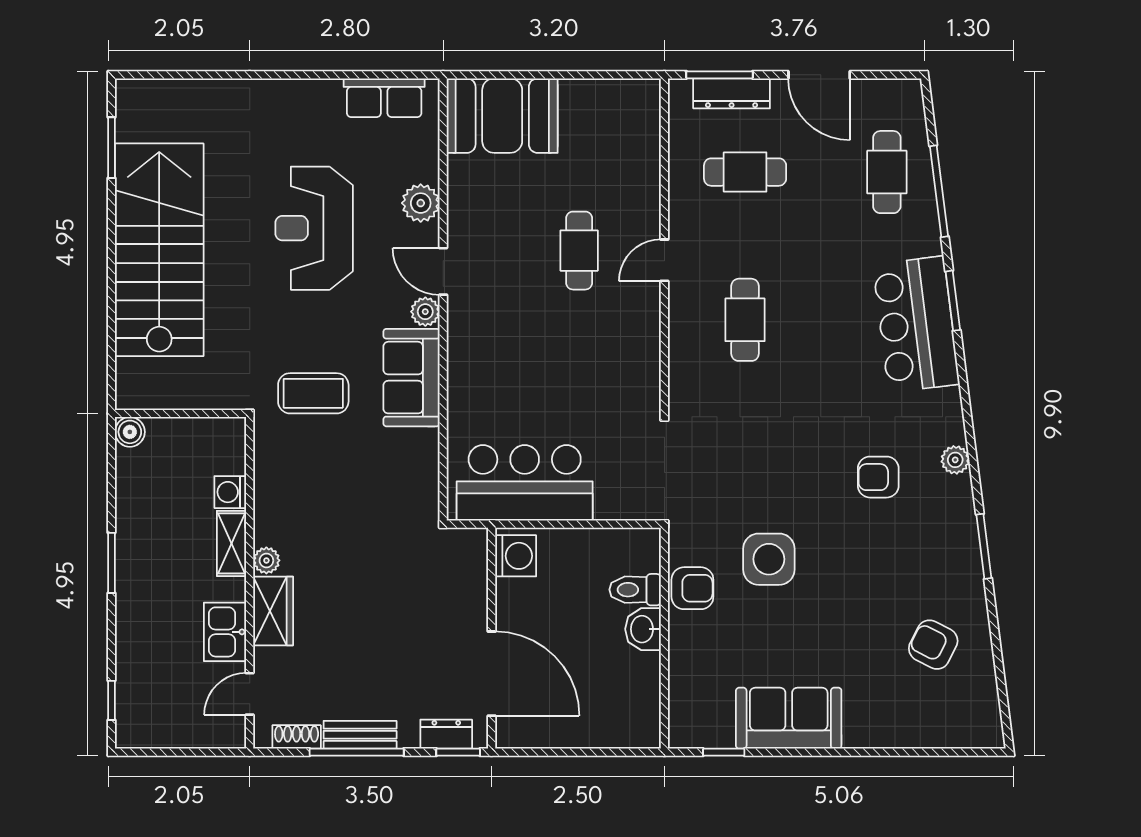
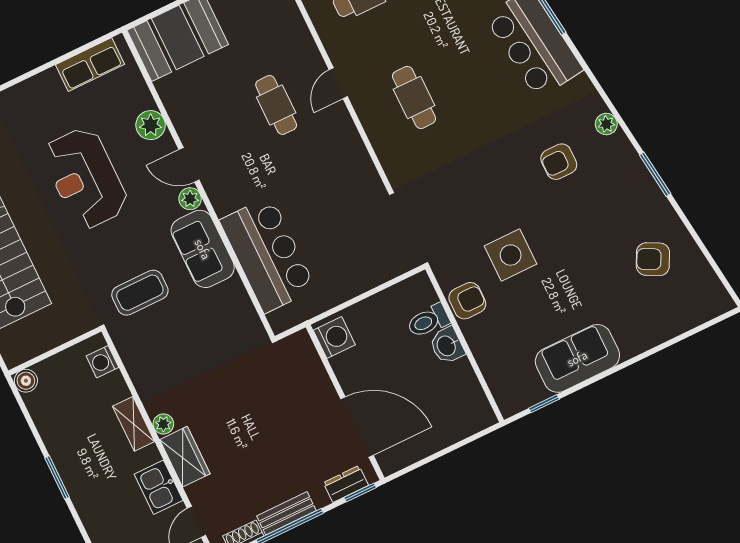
bar counter: (525, 483) -> (268, 255), moved, turned 90
washing machine: (230, 492) -> (102, 362), moved

